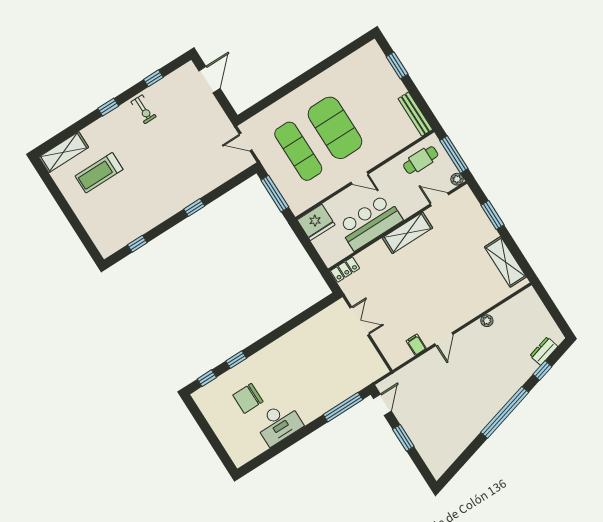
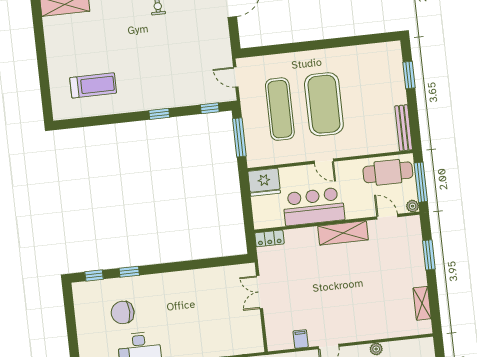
cafe table: (421, 160) -> (388, 172), width x1.37, depth x1.35
treadmill: (99, 173) -> (93, 85), moved, turned 180
window: (137, 244) -> (210, 108), moved
shelving: (505, 262) -> (422, 303), width x0.67, depth x0.75
double door: (360, 321) -> (260, 292), swing flipped

